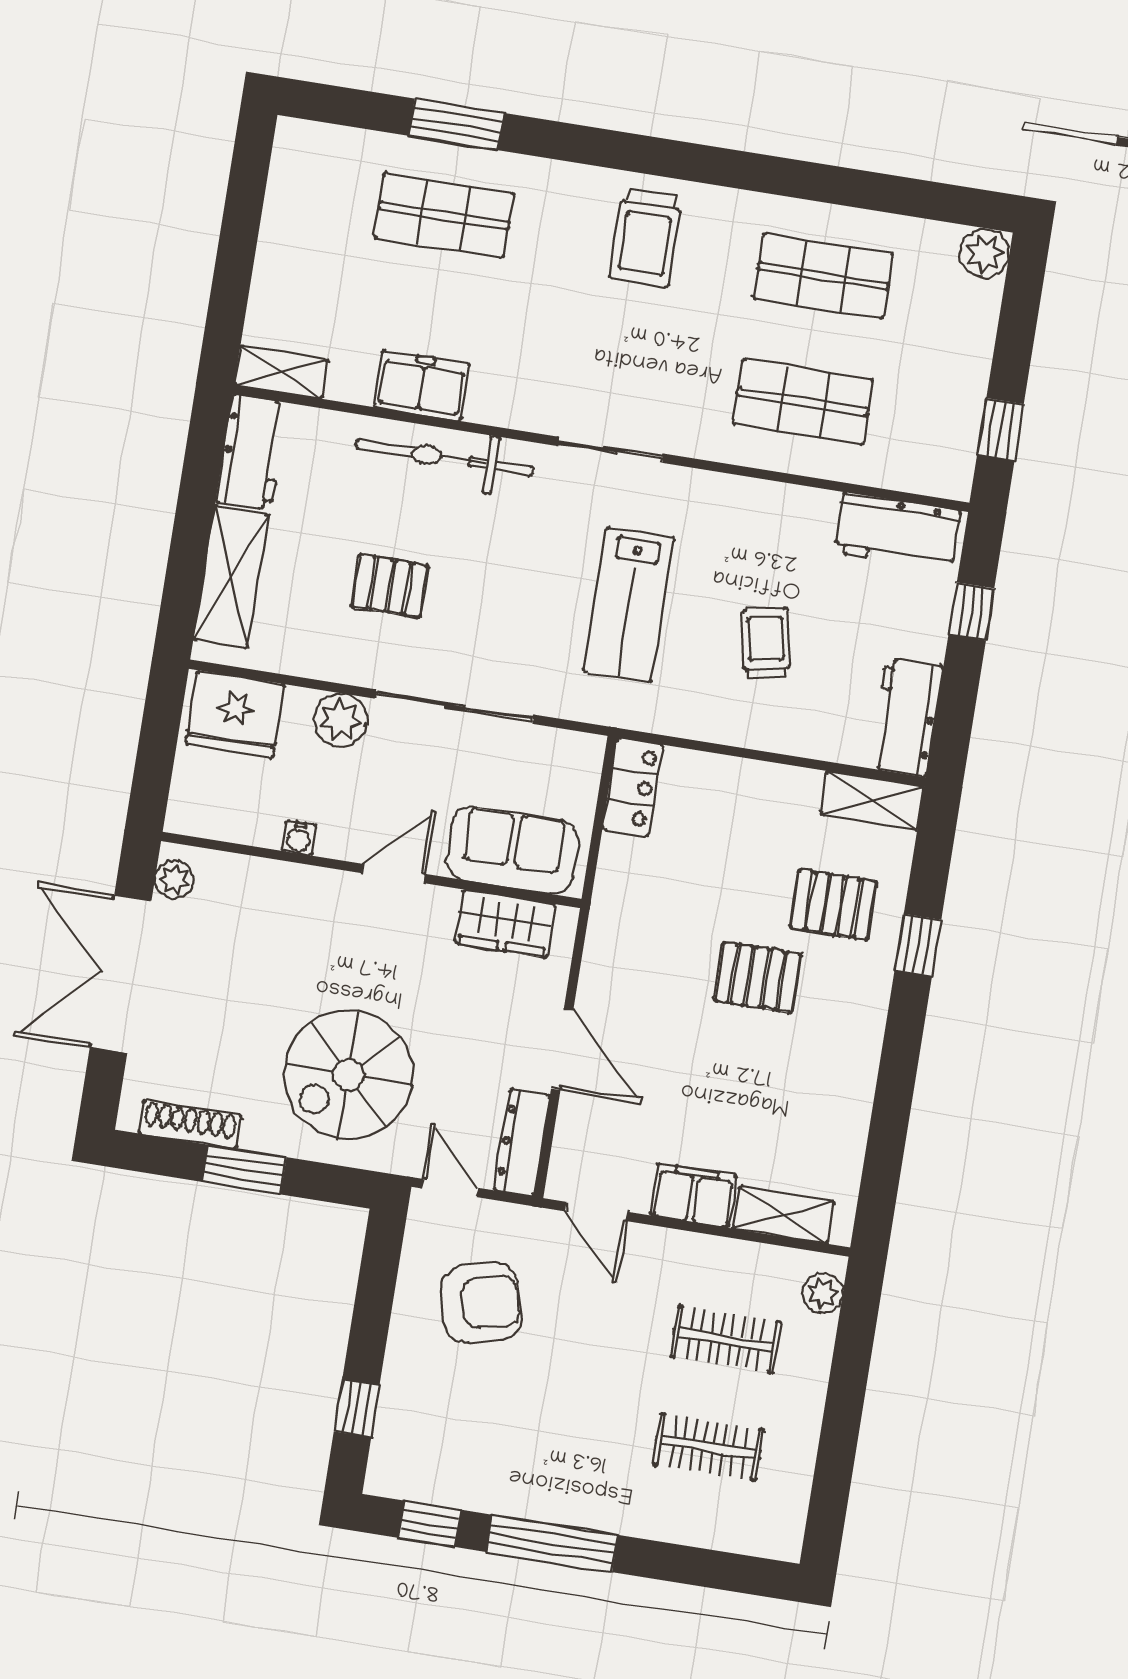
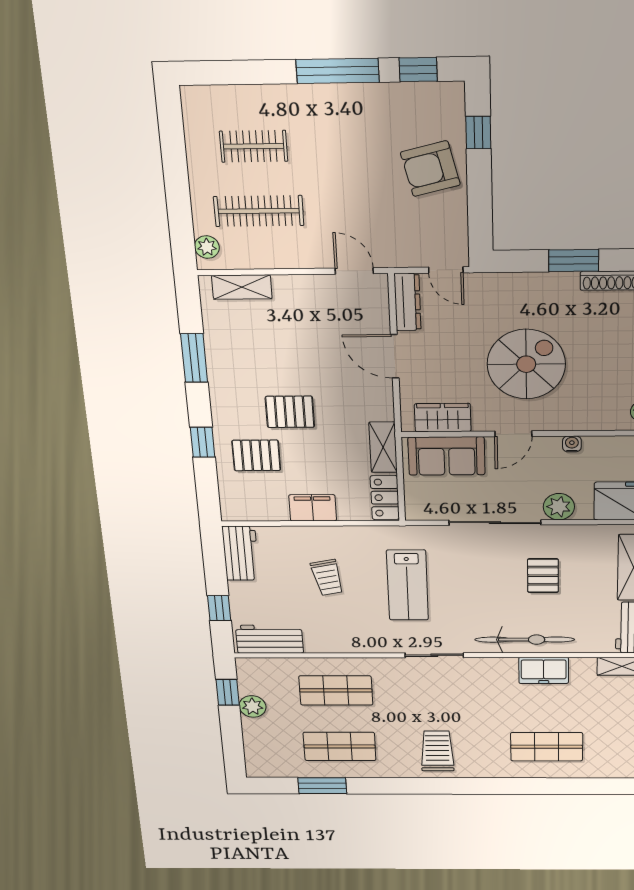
window: (456, 124) -> (322, 786), moved
plant: (985, 253) -> (253, 706), moved
pallet: (390, 586) -> (543, 576), turned 90
lab bench: (629, 605) -> (407, 585), turned 180
shelving: (872, 801) -> (383, 447), moved, turned 90
spiral stairs: (348, 1075) -> (526, 364), moved
window: (893, 1103) -> (194, 358), added
filing cabinet: (694, 1195) -> (313, 508), moved, turned 180
armchair: (481, 1303) -> (430, 169), moved
clothes rail: (726, 1339) -> (259, 211), width x1.36

